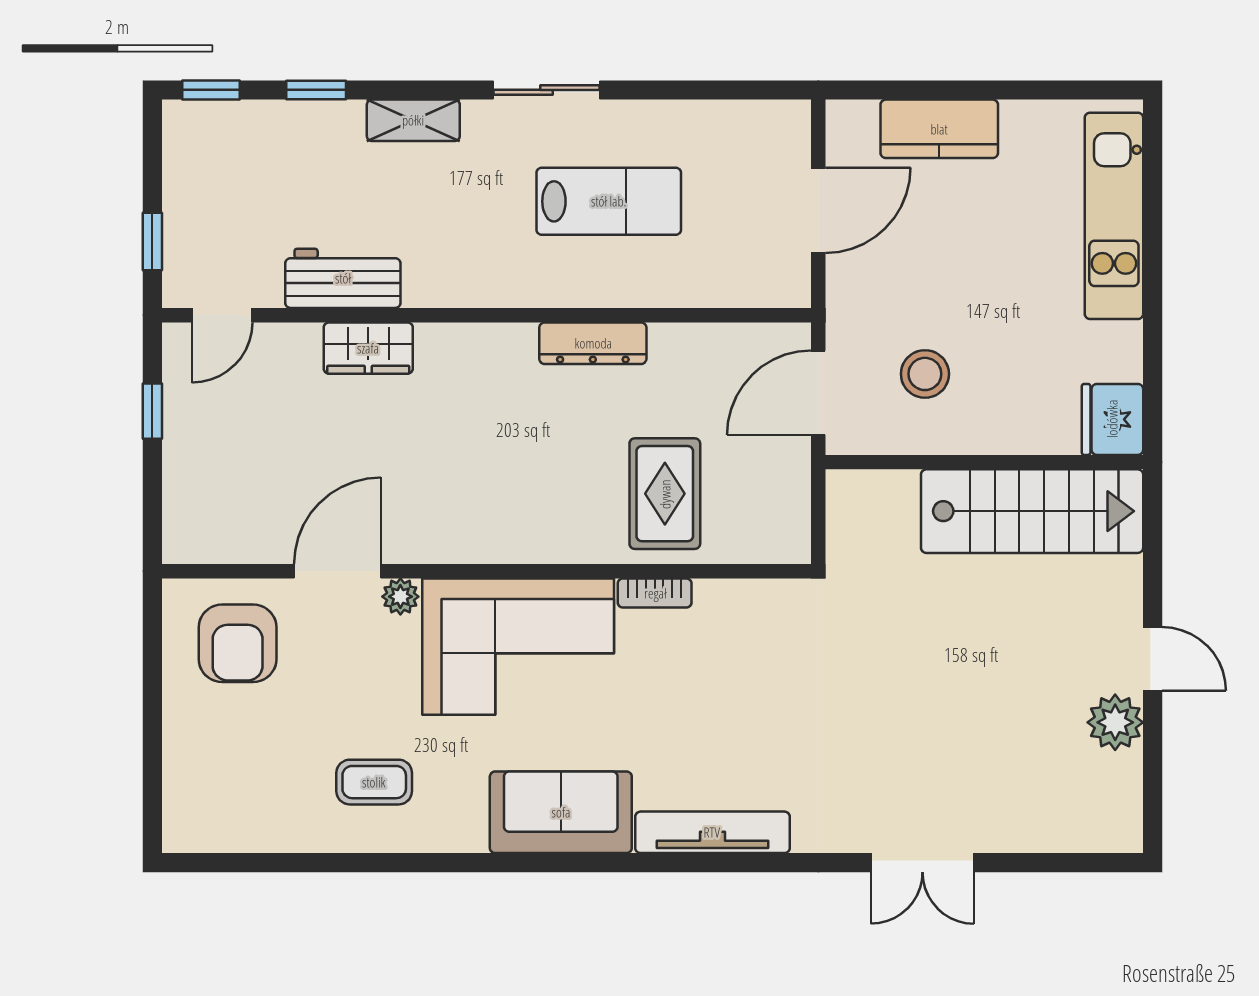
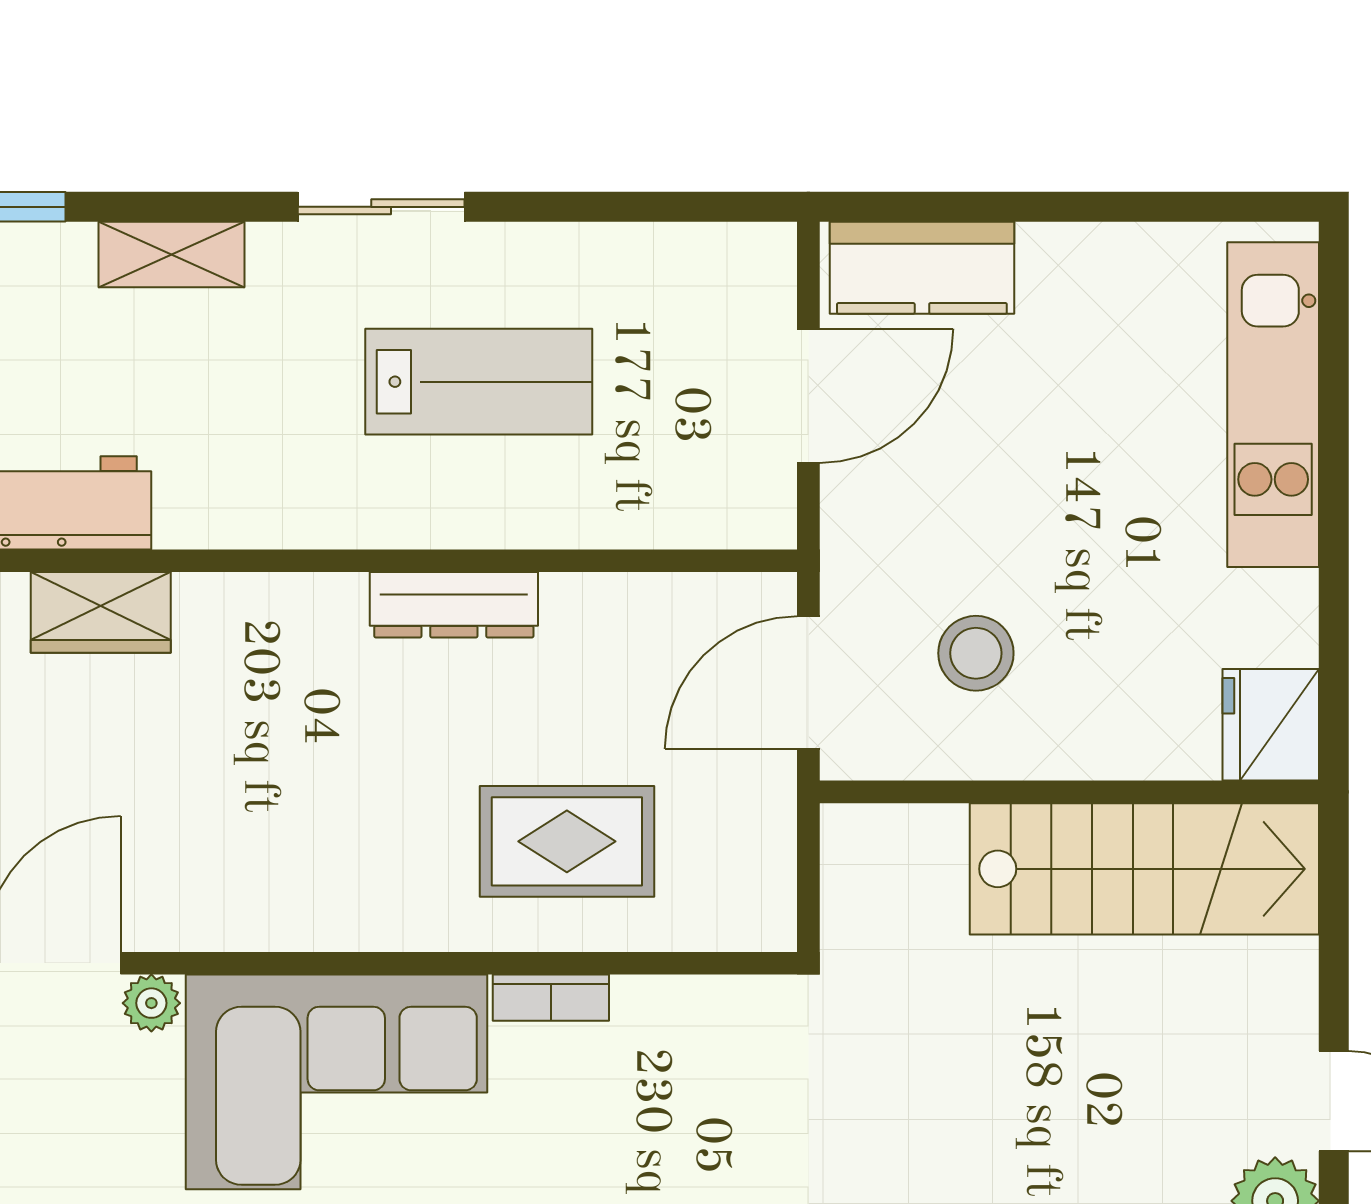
kitchen counter: (939, 129) -> (922, 268), moved
rug: (665, 494) -> (567, 841), turned 90

